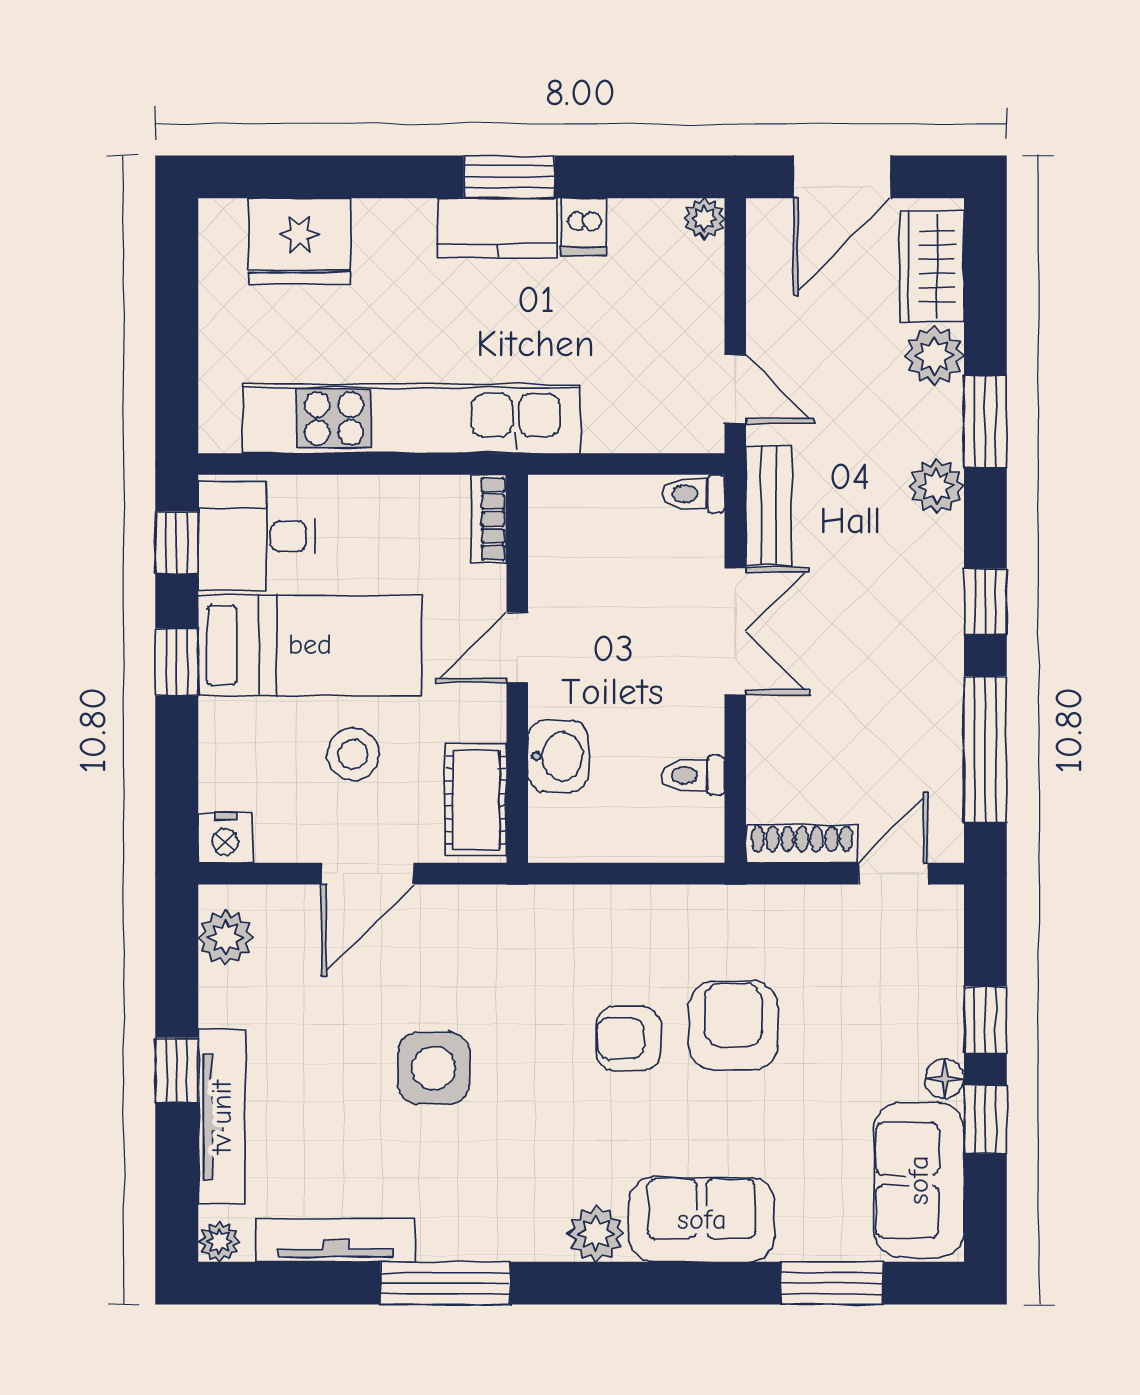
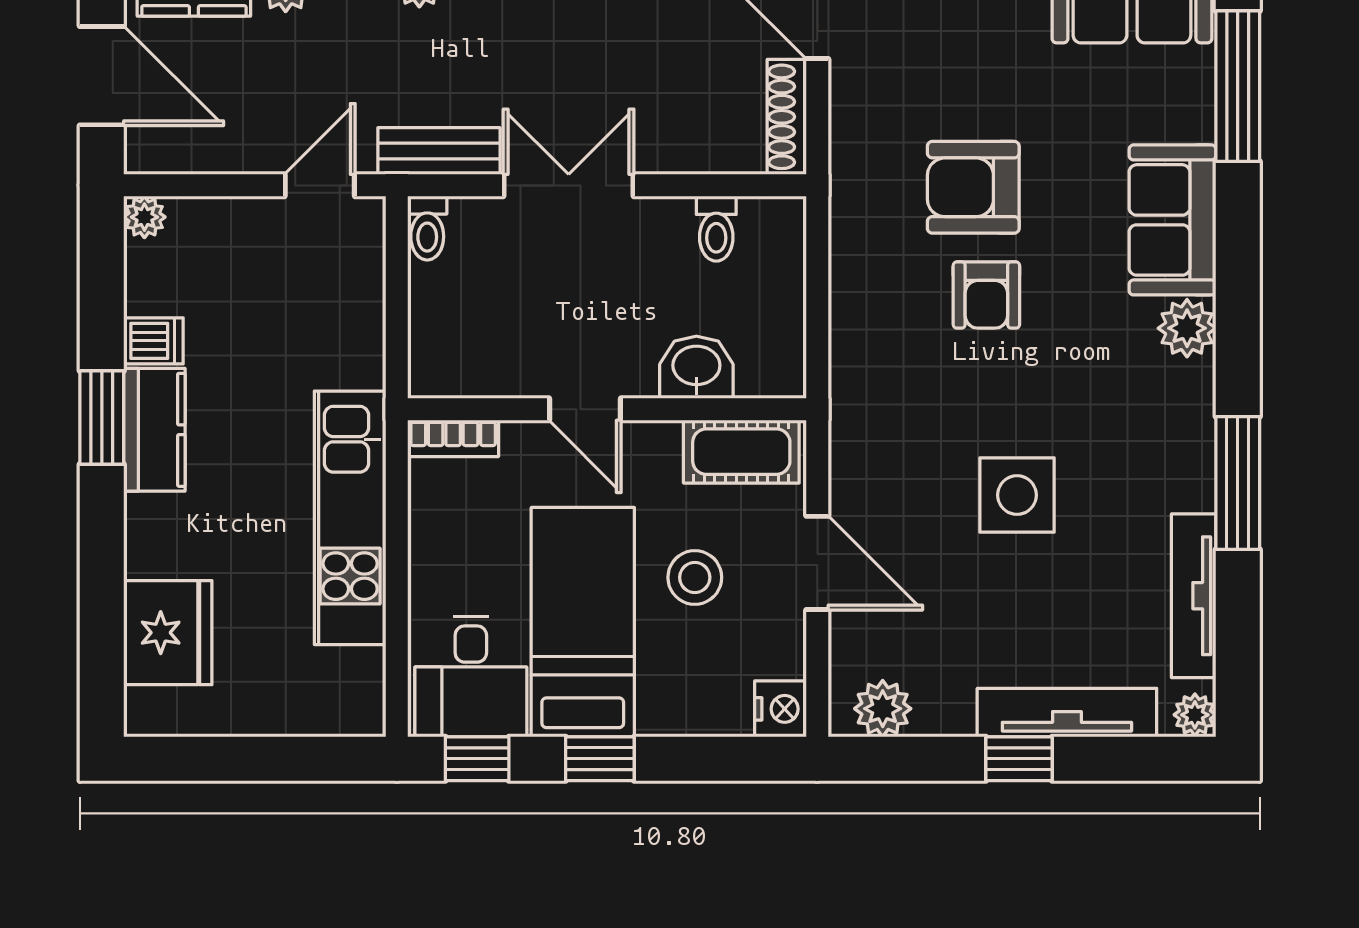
kitchen unit: (411, 419) -> (350, 518), width x0.73
window: (832, 1283) -> (1238, 86), width x1.44

